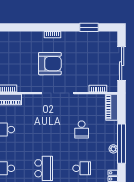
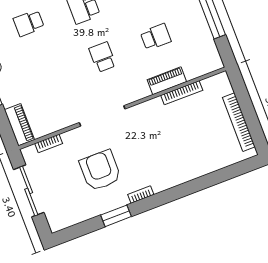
window: (89, 27) -> (116, 216), moved
armchair: (50, 64) -> (100, 170), moved, turned 90
school desk: (82, 130) -> (103, 57), moved

